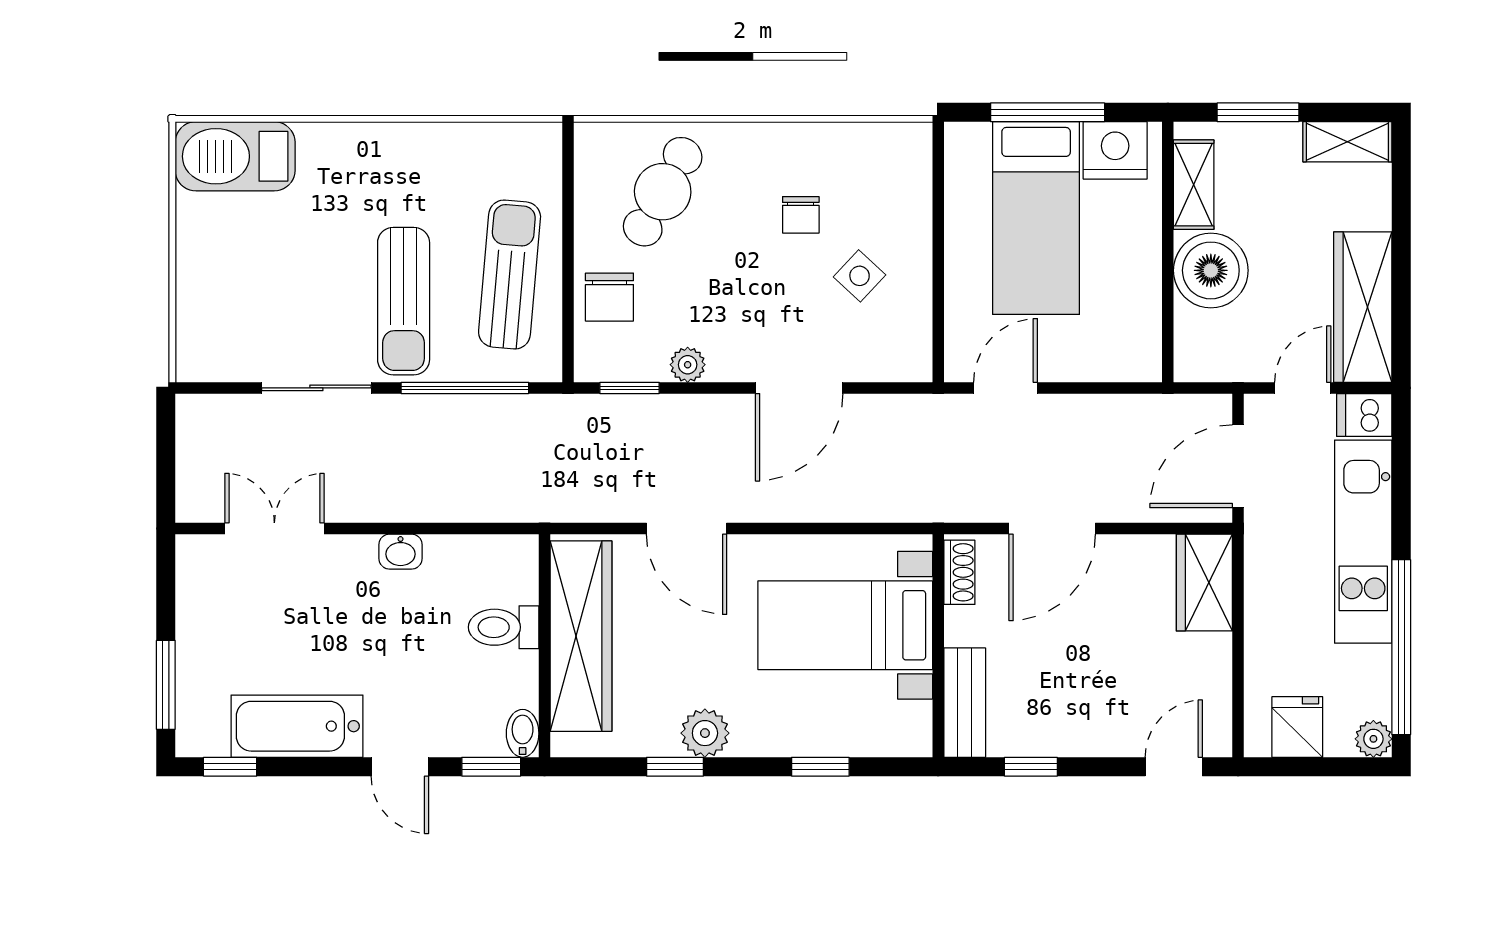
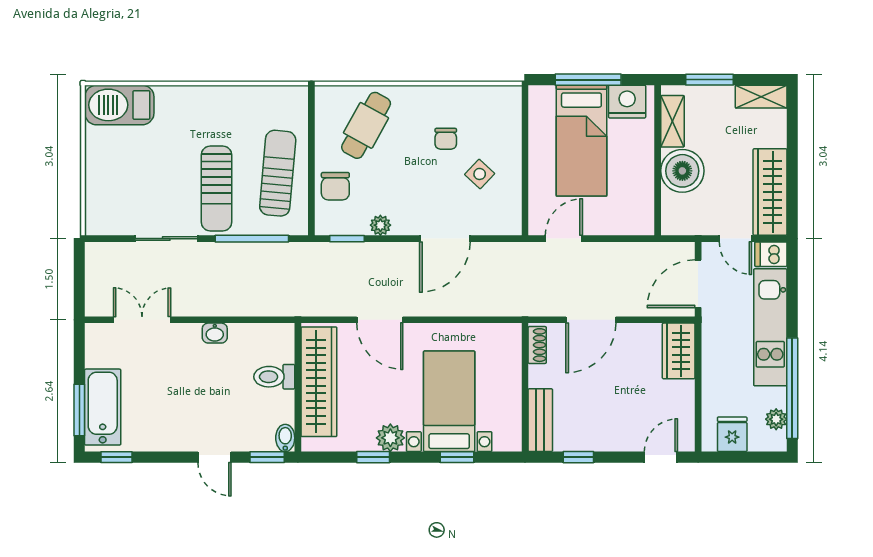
door: (1303, 388) -> (735, 239), swing flipped
bed with nightstands: (845, 625) -> (449, 401), moved, turned 90
bathtub: (297, 726) -> (103, 407), moved, turned 90
plant: (1373, 739) -> (776, 419), moved

